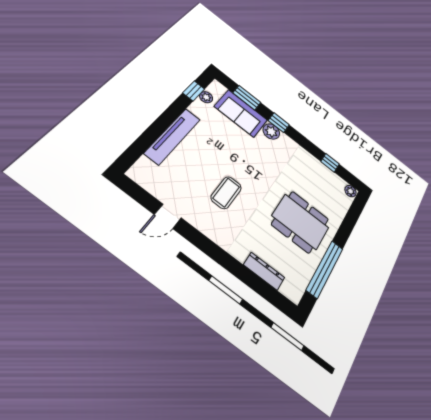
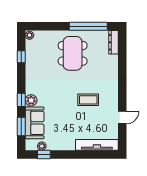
tv unit: (173, 136) -> (97, 145), moved
door: (168, 216) -> (122, 117), hinge flipped
dresser: (264, 271) -> (114, 42), moved

